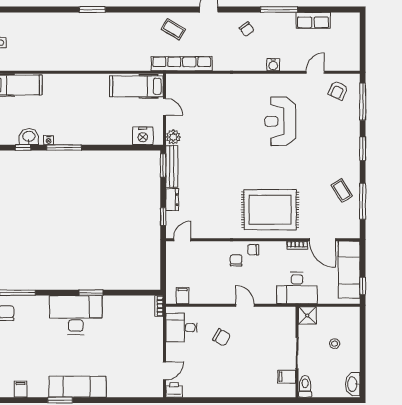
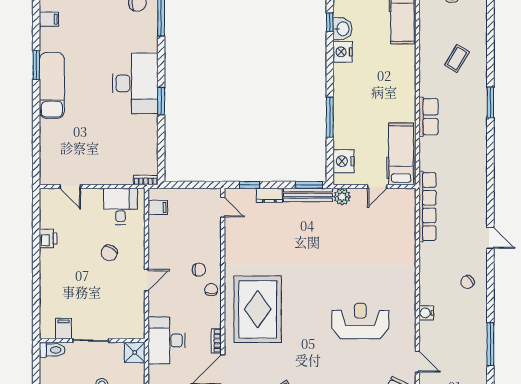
window: (279, 9) -> (490, 344), moved
row of seats: (313, 20) -> (428, 117), moved, turned 180
coffee table: (173, 29) -> (457, 58), moved
nightstand: (49, 140) -> (343, 52), width x1.89, depth x1.79
window: (64, 148) -> (330, 117), moved
printer: (174, 390) -> (48, 238), moved

